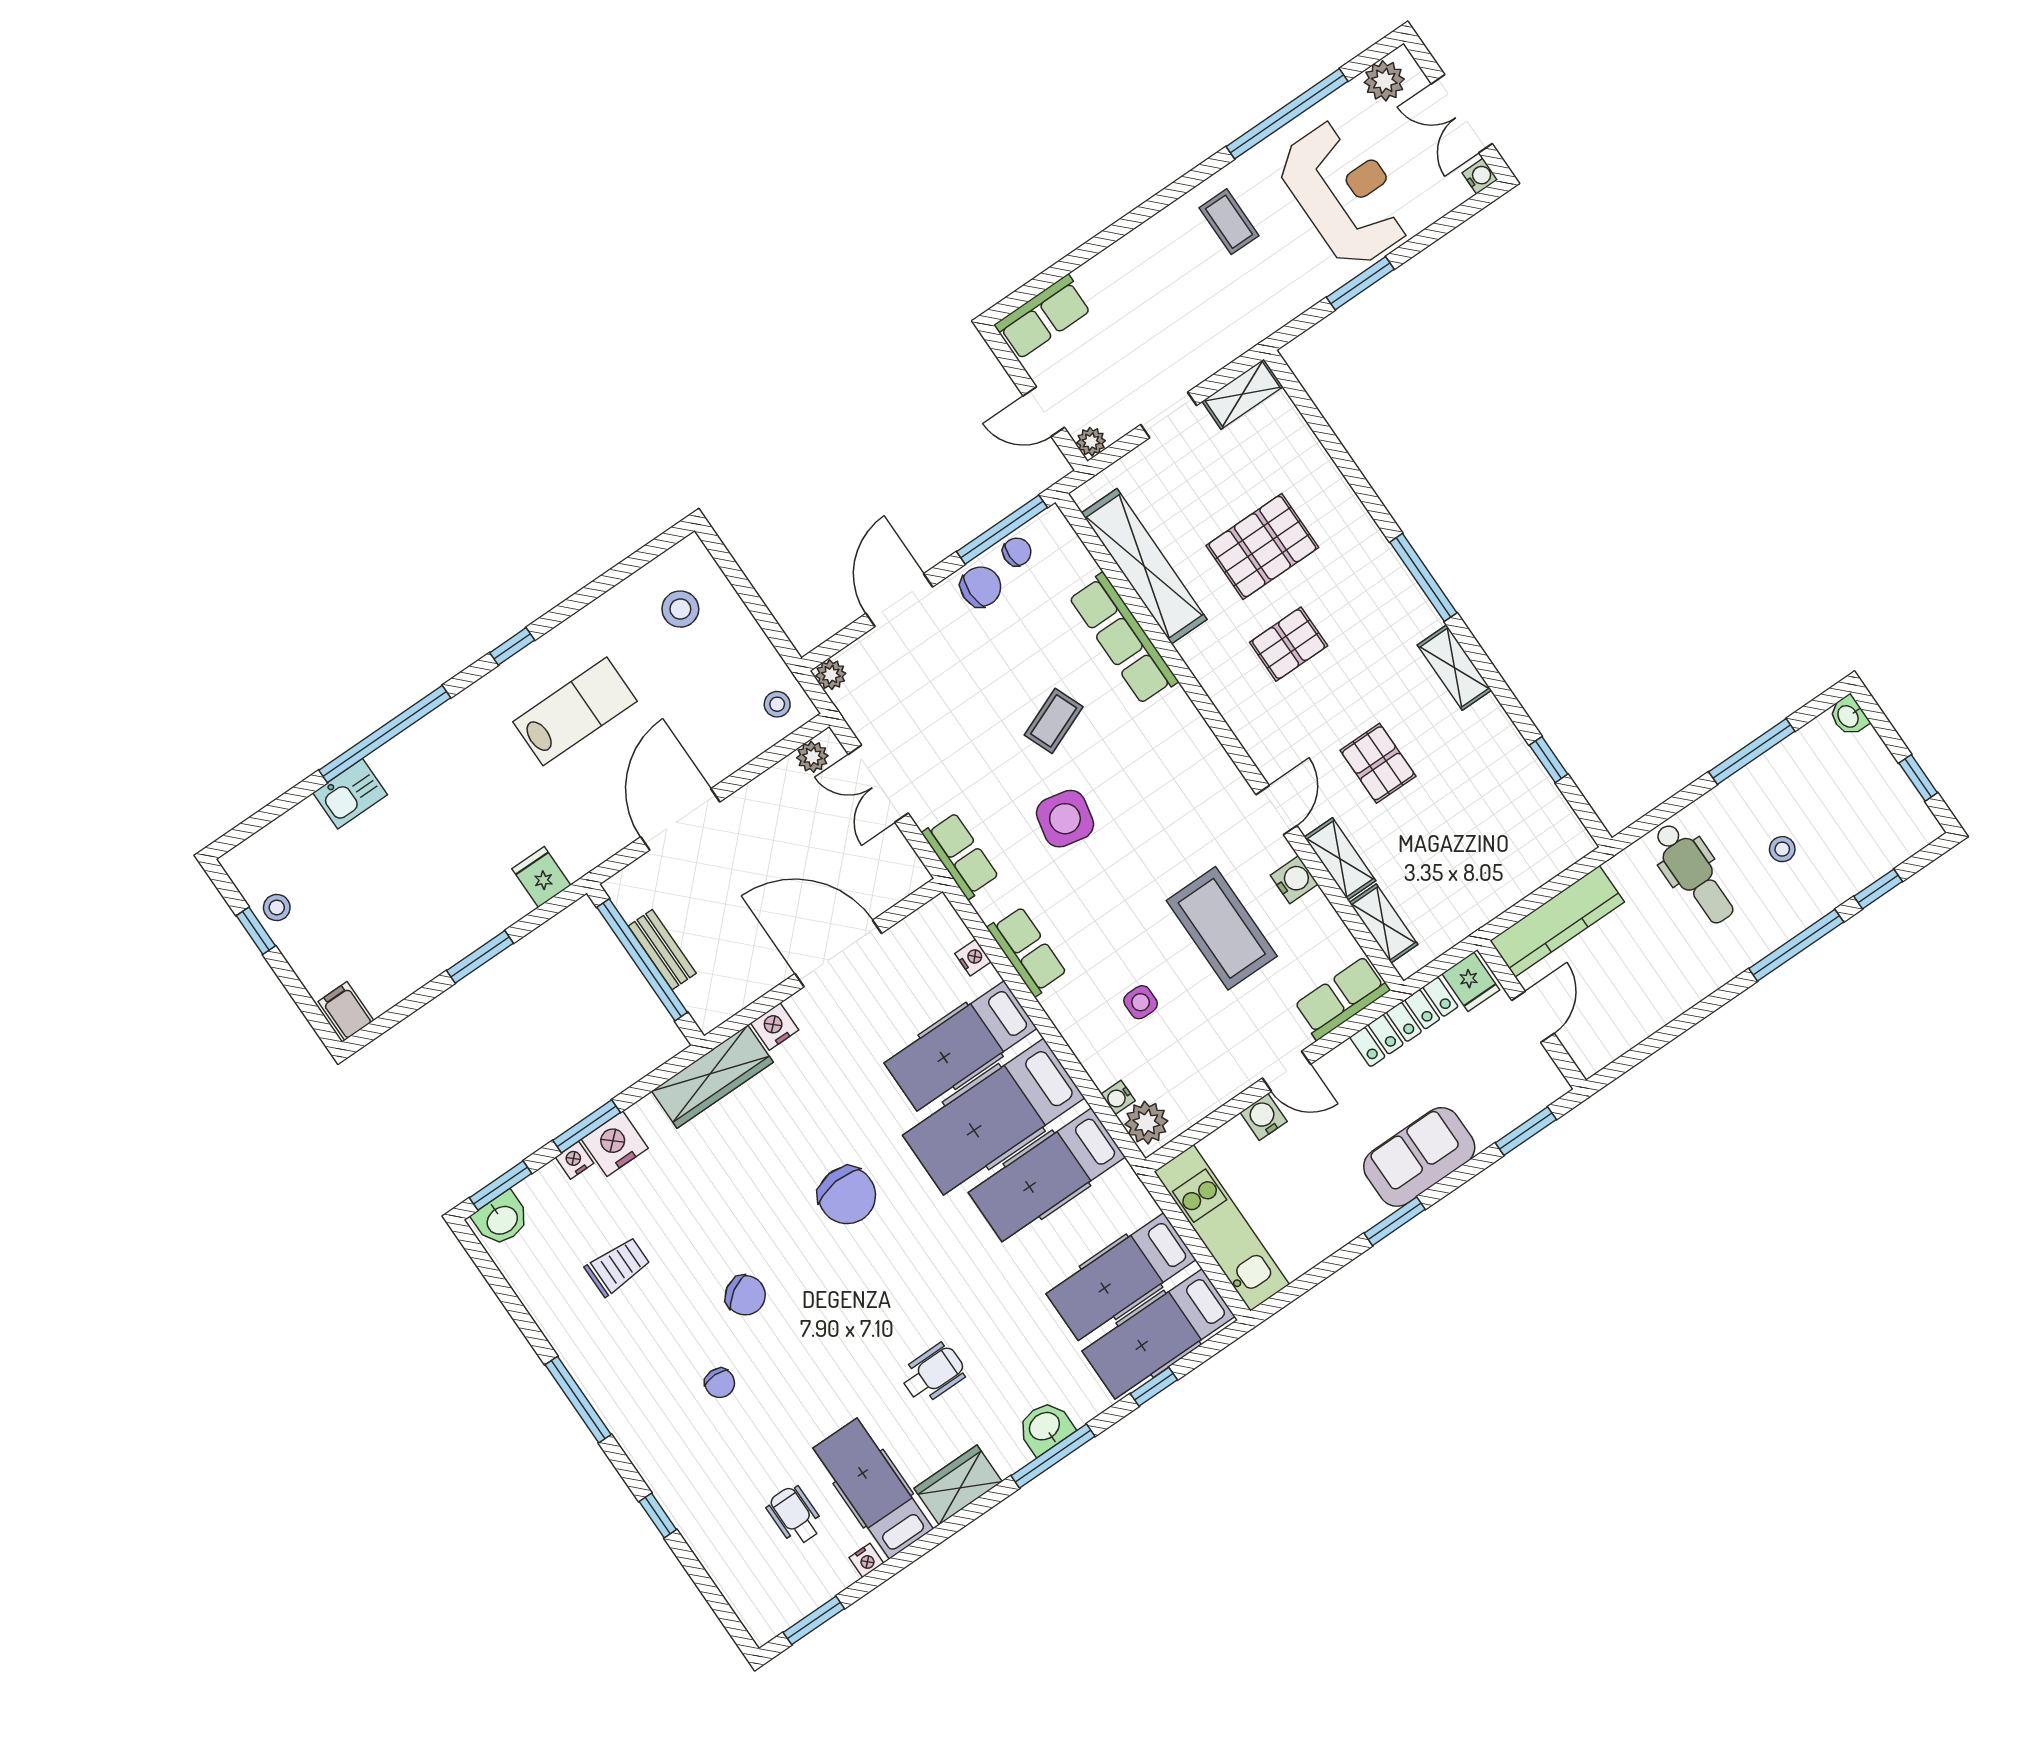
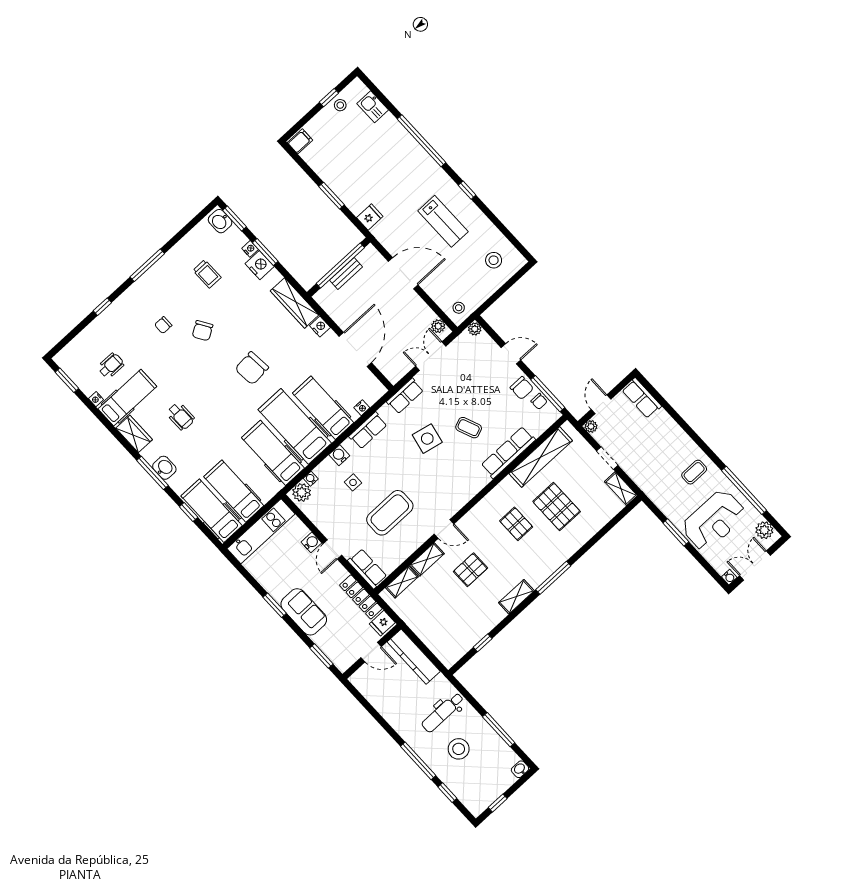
door: (899, 600) -> (511, 354), width x0.73
kitchen sink: (350, 794) -> (373, 107), moved
stool: (1782, 849) -> (459, 749), width x1.89, depth x1.89
water cooler: (1294, 880) -> (339, 455), moved, turned 180

